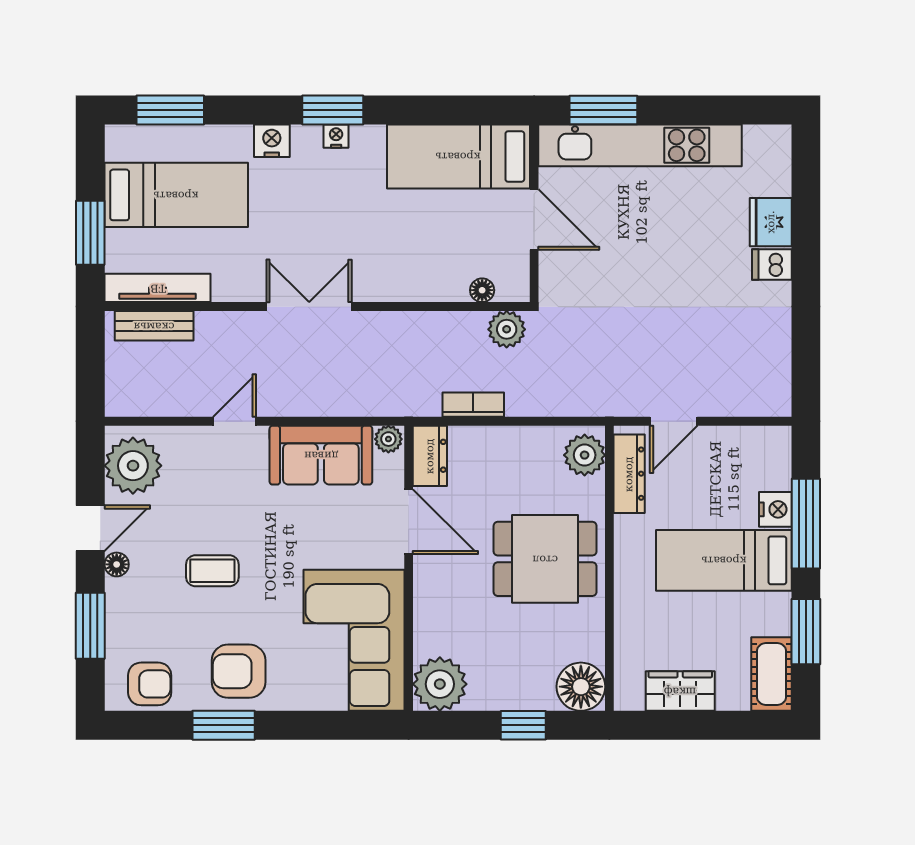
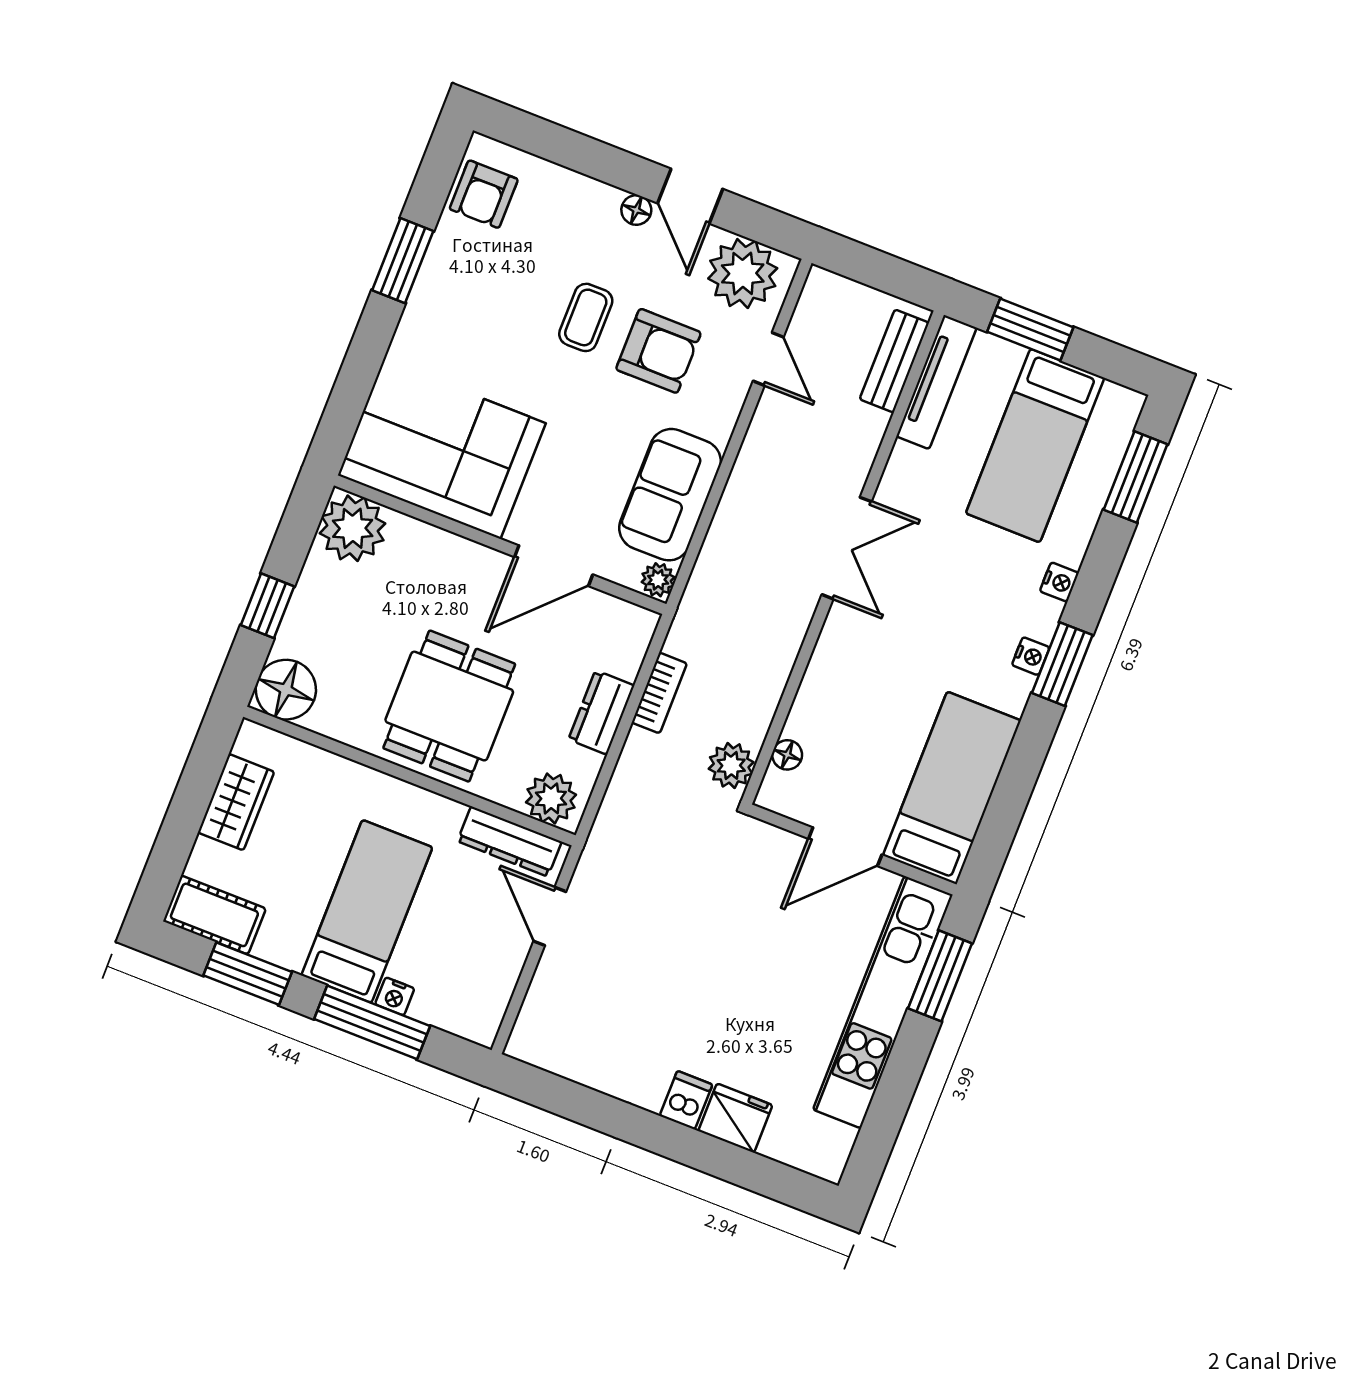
nightstand: (272, 141) -> (1059, 582), width x0.72, depth x0.74
door: (235, 421) -> (768, 359), moved
dresser: (430, 456) -> (601, 712), moved, turned 90
nightstand: (775, 509) -> (395, 996), width x0.72, depth x0.74
window: (90, 626) -> (578, 152), removed
armchair: (239, 671) -> (658, 351), moved, turned 90

